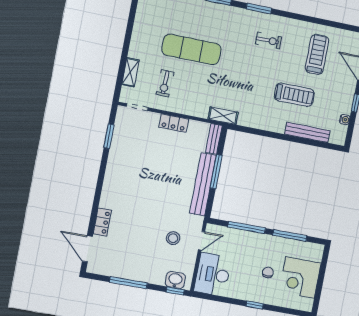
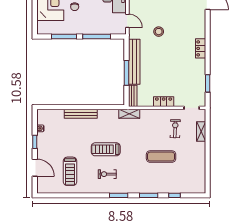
exercise mat: (191, 49) -> (161, 157), width x0.73, depth x0.69
treadmill: (294, 95) -> (106, 149), moved
bench: (307, 132) -> (81, 114), moved
locker: (102, 222) -> (201, 48), moved
stool: (173, 238) -> (159, 32), moved
door: (201, 241) -> (127, 21), swing flipped

